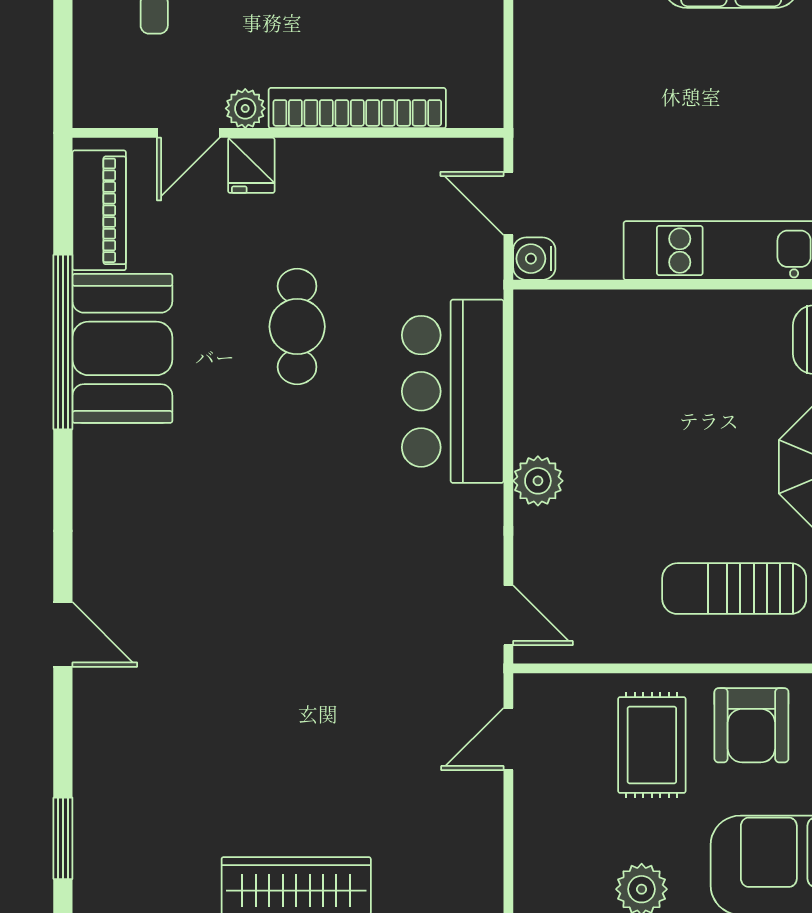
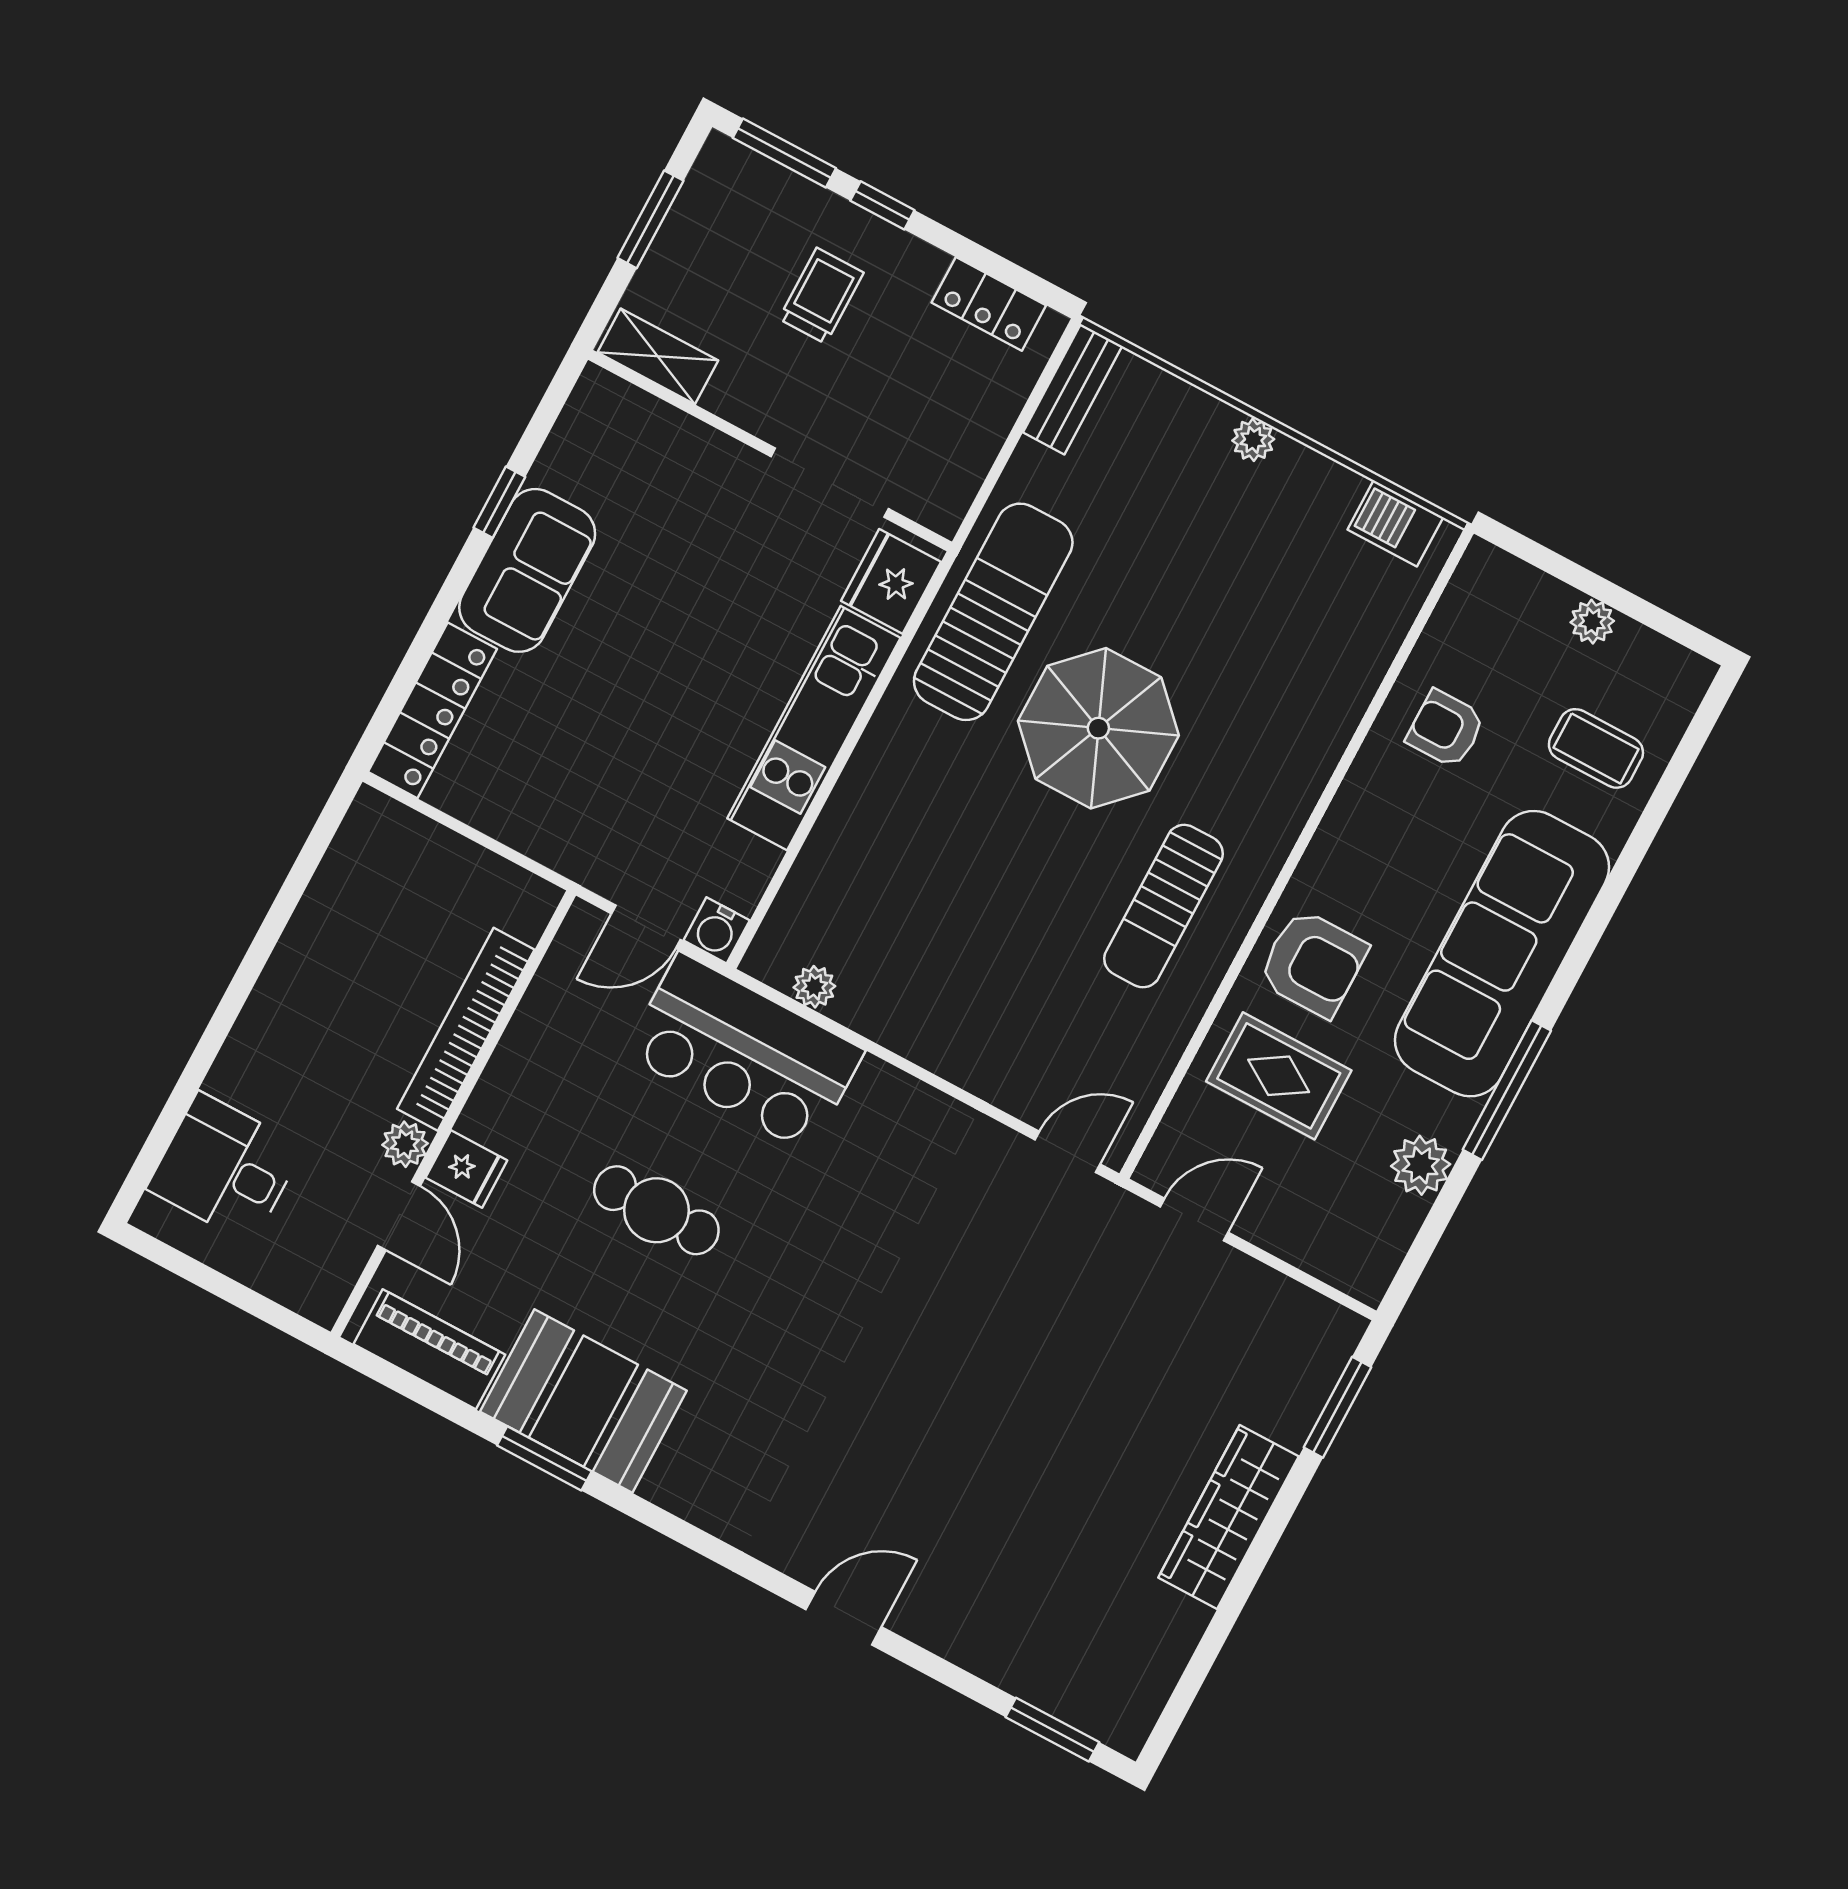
window: (63, 342) -> (544, 1458), width x0.47
bar counter: (453, 391) -> (744, 1052), moved
plant: (538, 481) -> (814, 987), moved, width x0.73, depth x0.73
door: (508, 739) -> (1194, 1219), swing flipped

